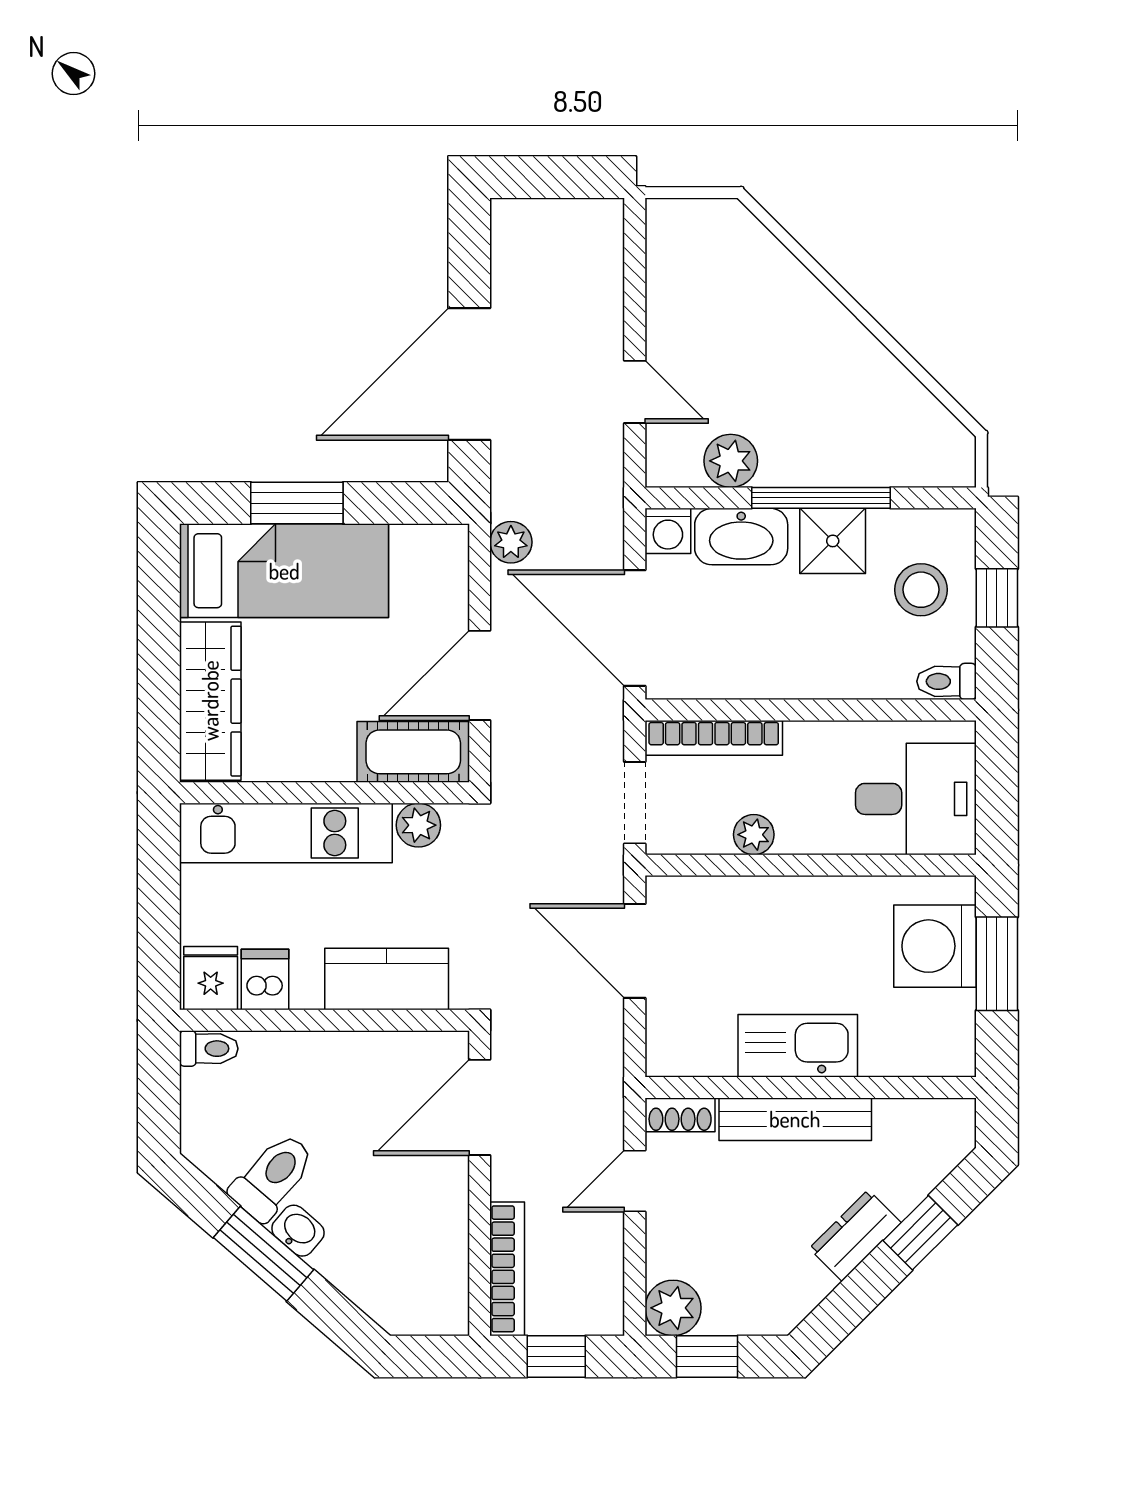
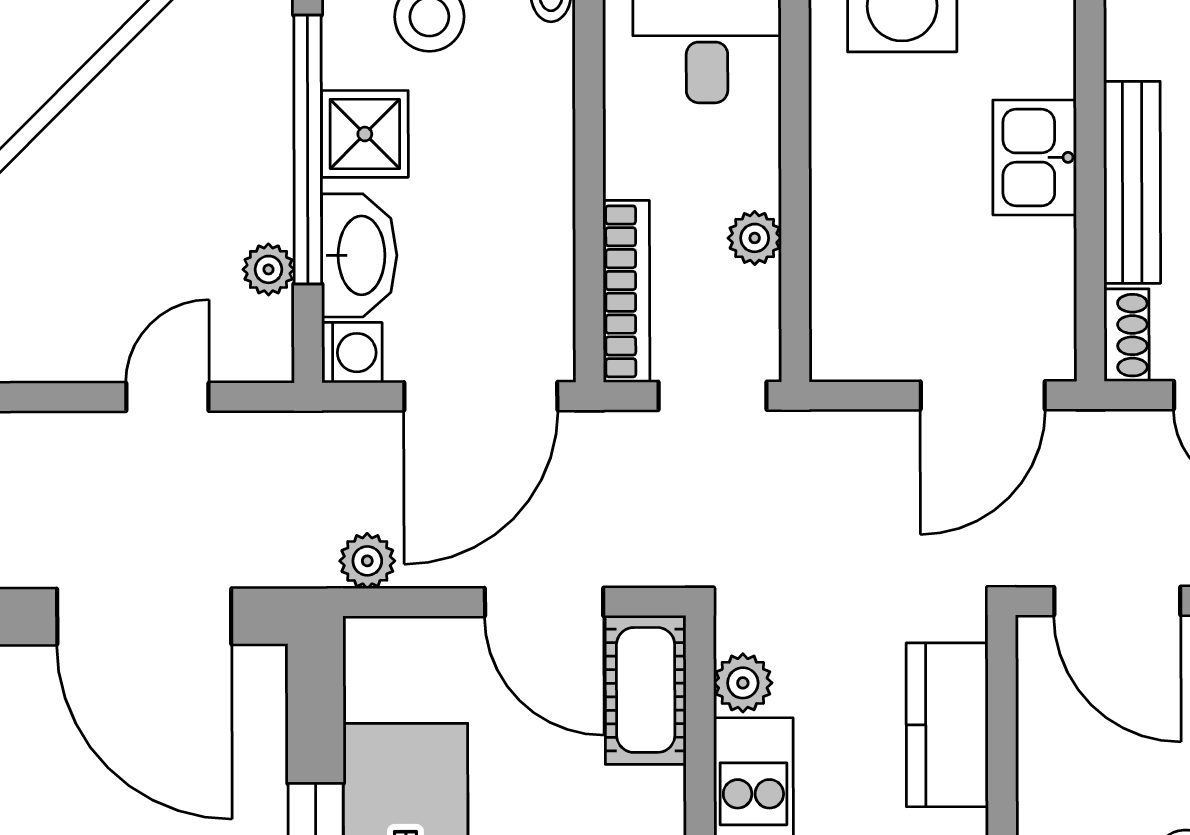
plant: (731, 461) -> (268, 269), width x0.73, depth x0.73
window: (821, 498) -> (308, 150), width x1.46
door: (635, 951) -> (983, 395), moved
kitchen sink: (798, 1046) -> (1035, 157), width x0.73

